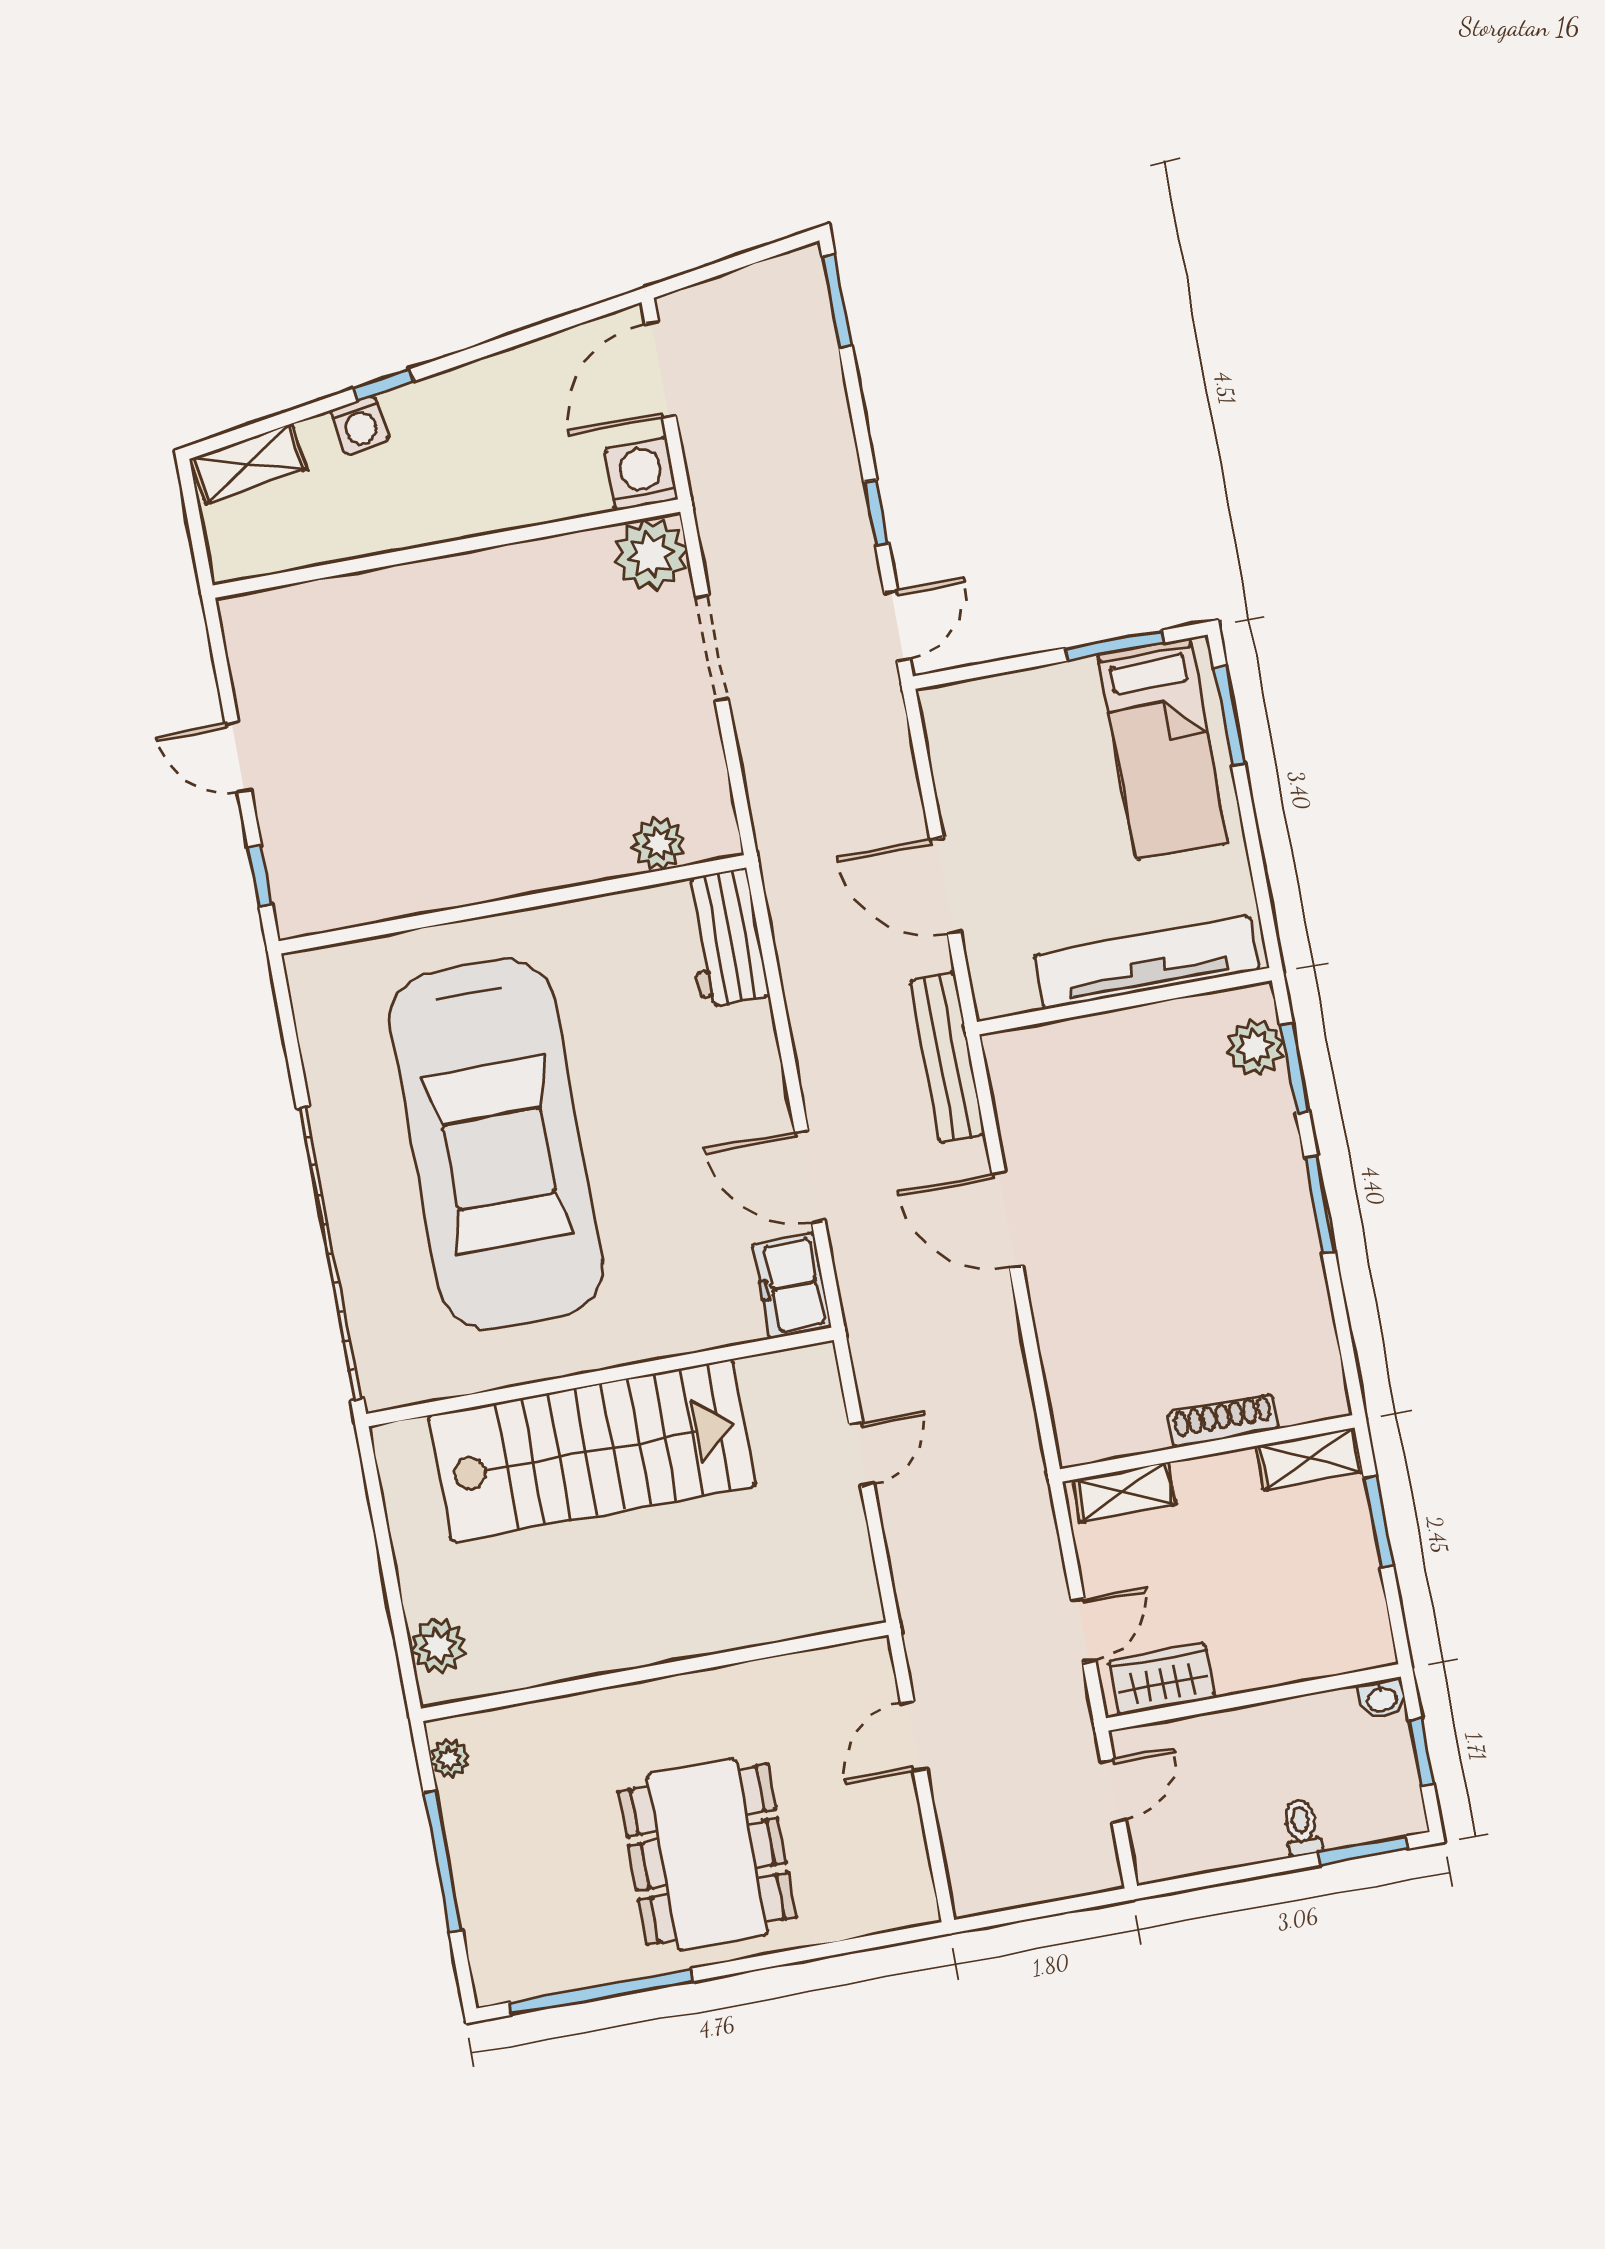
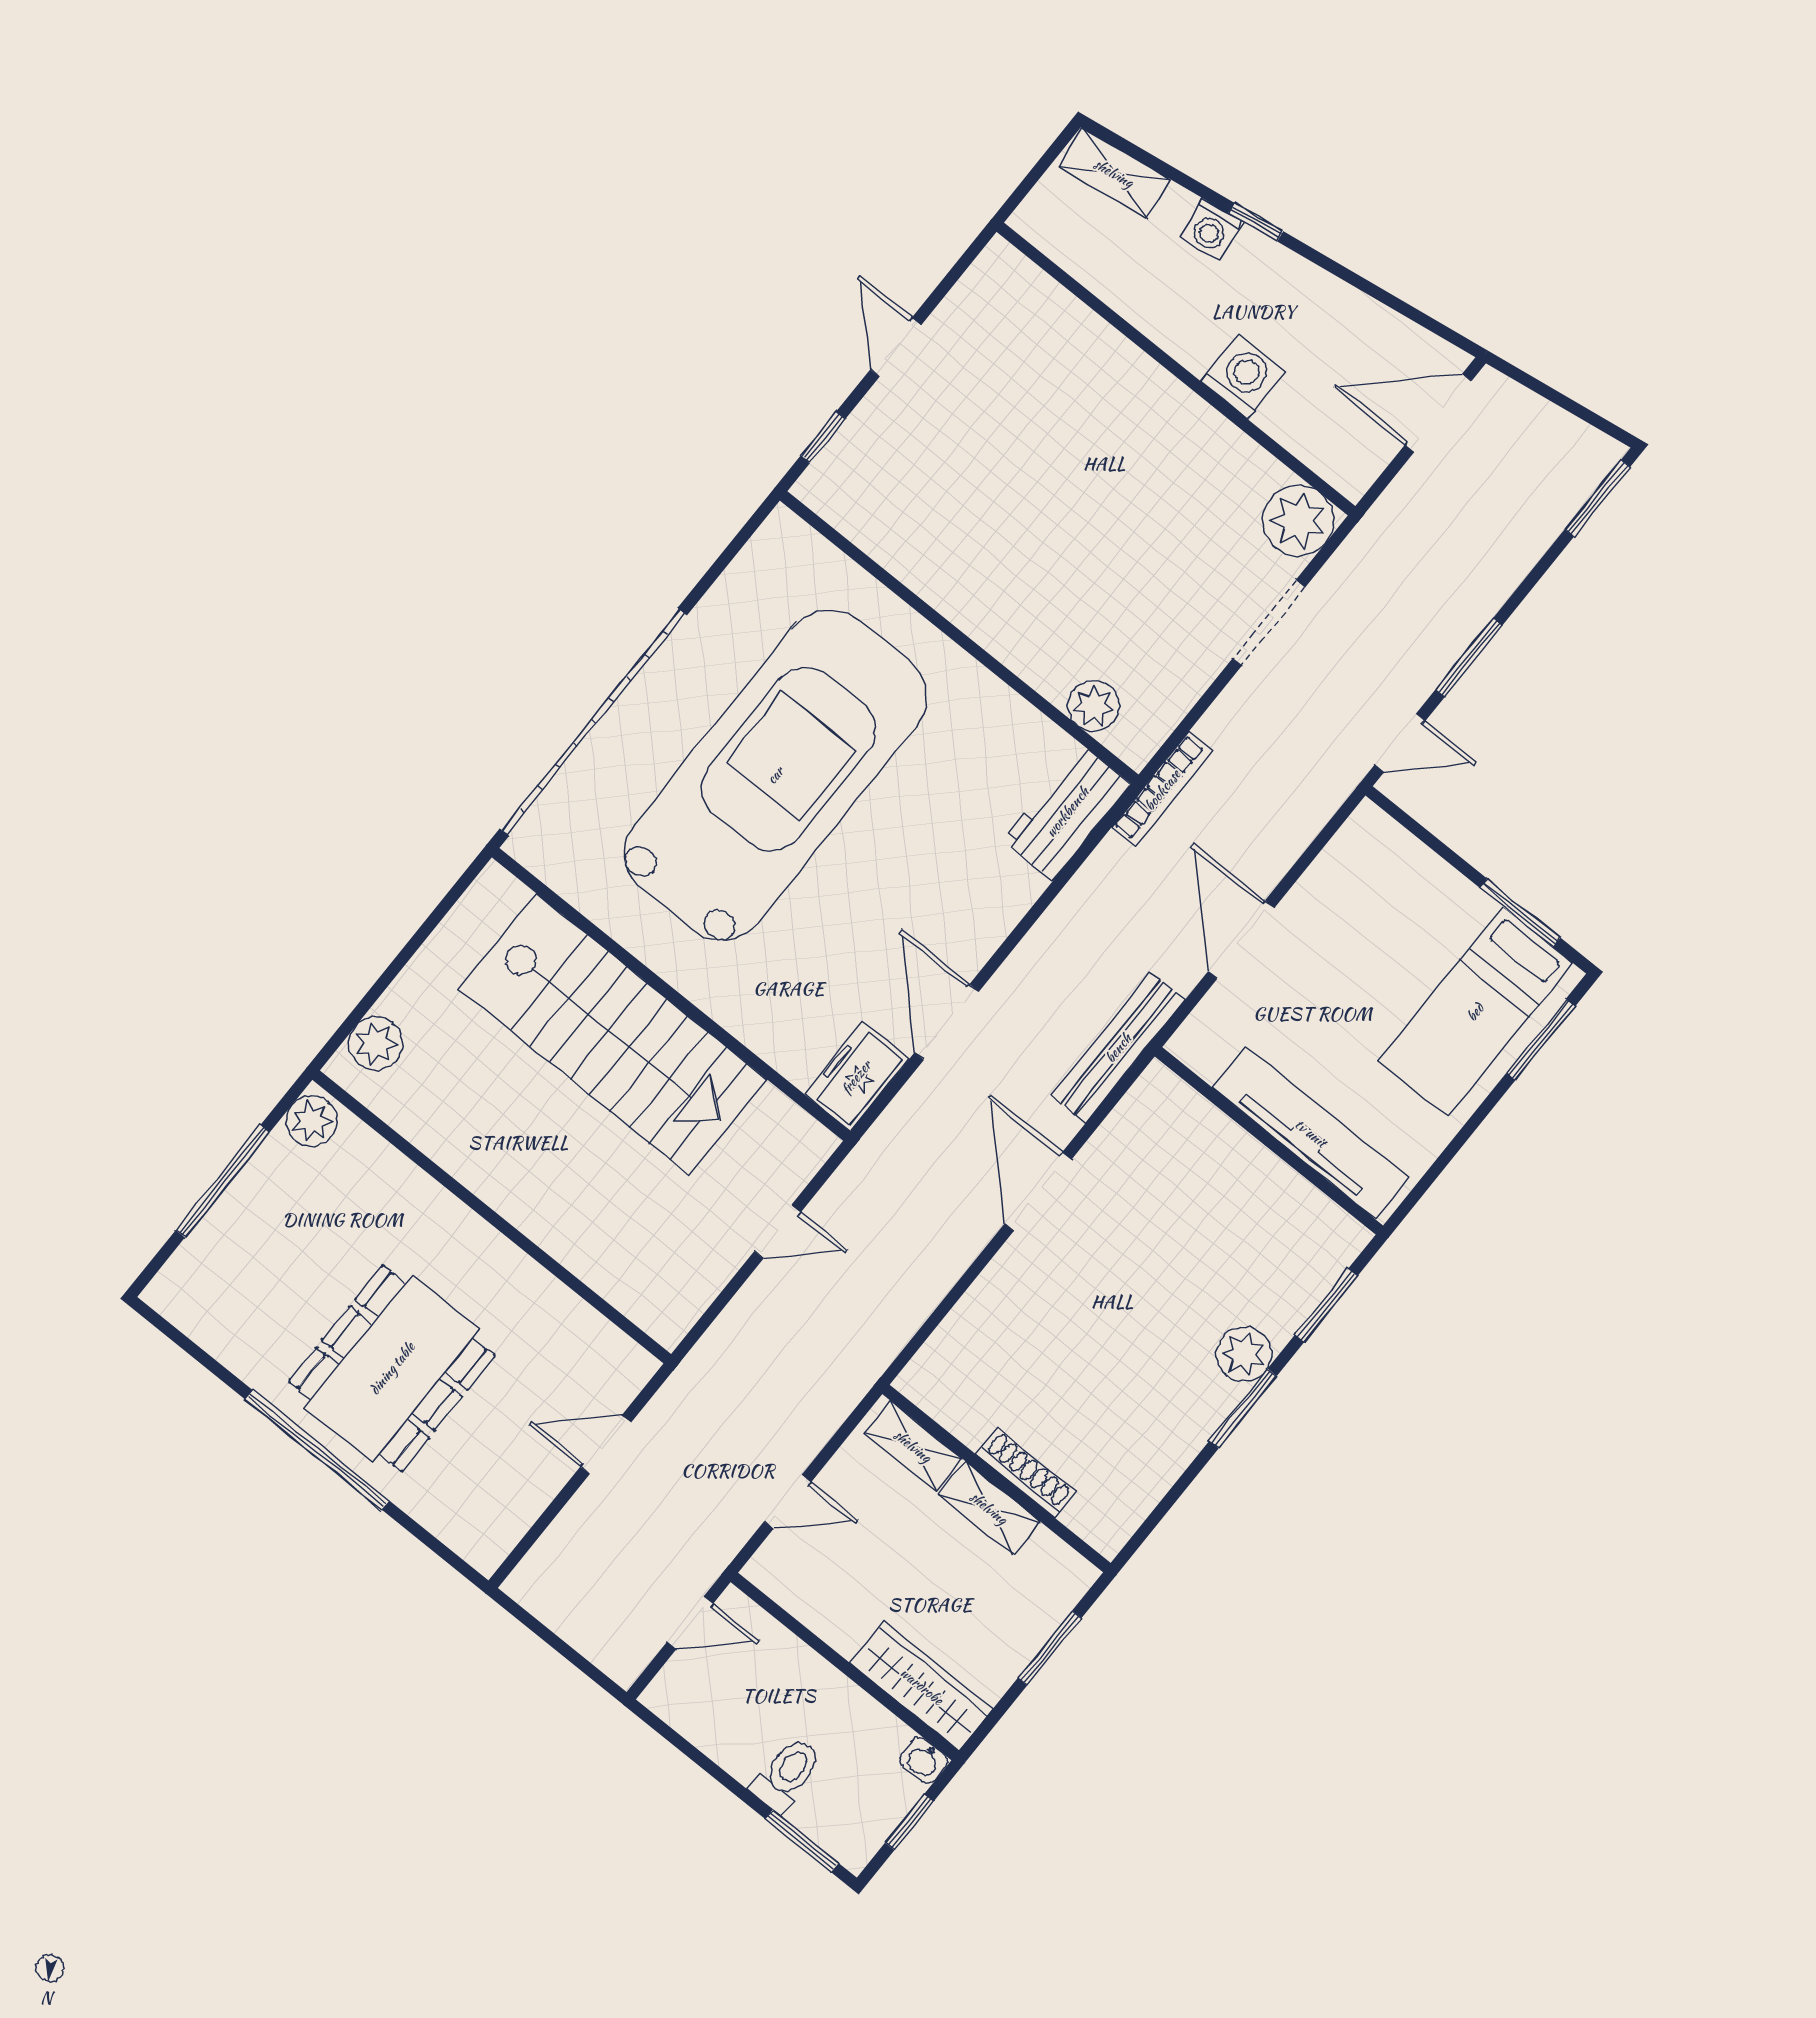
washing machine: (641, 474) -> (1243, 377), moved
window: (876, 512) -> (1469, 657), width x1.50
bookcase: (772, 847) -> (1162, 790), added
plant: (1255, 1047) -> (1244, 1354), moved
car: (497, 1144) -> (775, 775), turned 180
shelving: (1309, 1459) -> (989, 1508), moved
wardrobe: (1162, 1679) -> (922, 1686), moved, width x1.50
plant: (450, 1758) -> (311, 1121), width x1.38, depth x1.38
toilet: (1302, 1828) -> (787, 1774), width x1.37, depth x1.39
window: (601, 1992) -> (317, 1450), moved

